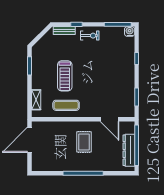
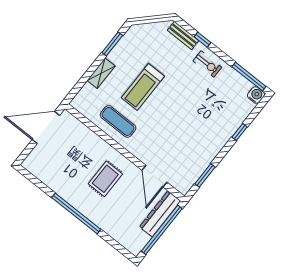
shelving: (36, 100) -> (101, 73), moved
dresser: (129, 150) -> (160, 214), moved

